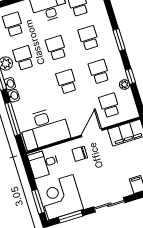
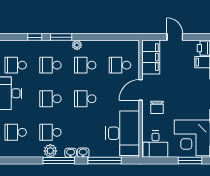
window: (130, 76) -> (35, 37), moved
plant: (124, 85) -> (77, 45), moved
door: (92, 133) -> (141, 90), hinge flipped

